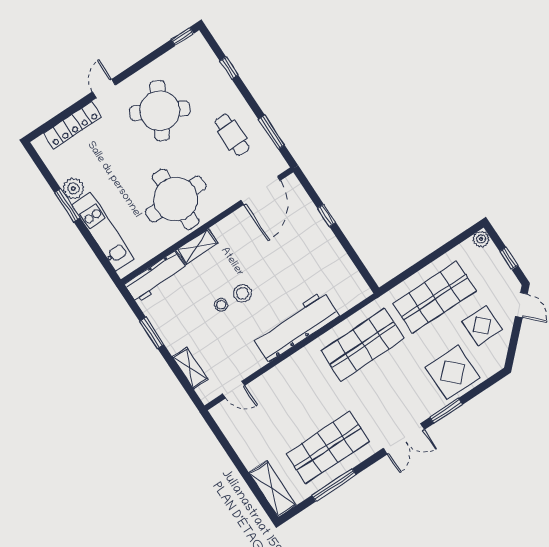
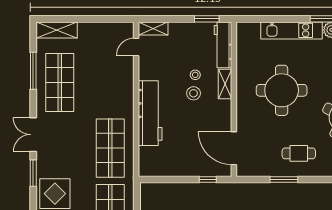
door: (261, 190) -> (234, 148), moved
wall: (207, 226) -> (234, 99), moved
shelving: (197, 246) -> (225, 84), moved
workbench: (156, 277) -> (223, 45), moved
shelving: (190, 368) -> (153, 28), moved

